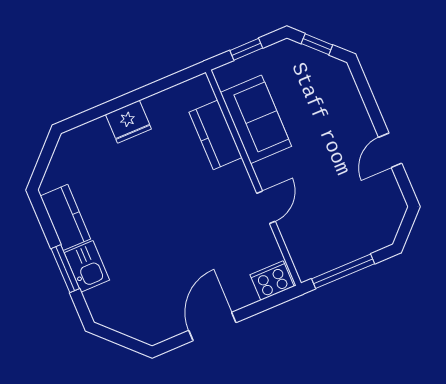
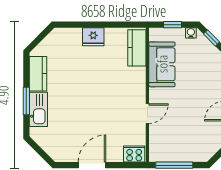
water cooler: (281, 50) -> (191, 33), added
kitchen counter: (216, 135) -> (137, 48), moved
kitchen sink: (87, 266) -> (38, 109), width x1.38

